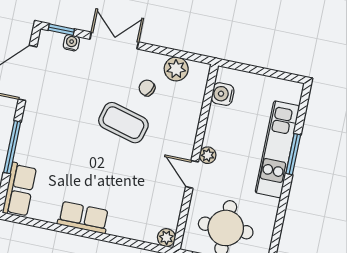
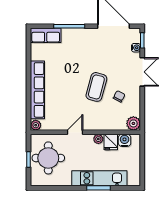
plant: (176, 69) -> (133, 123), moved
fridge: (221, 118) -> (111, 142), added
plant: (208, 155) -> (98, 139), moved
row of seats: (83, 217) -> (37, 90), width x2.02

